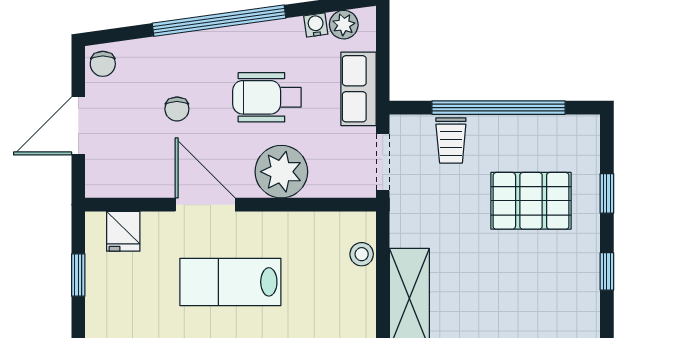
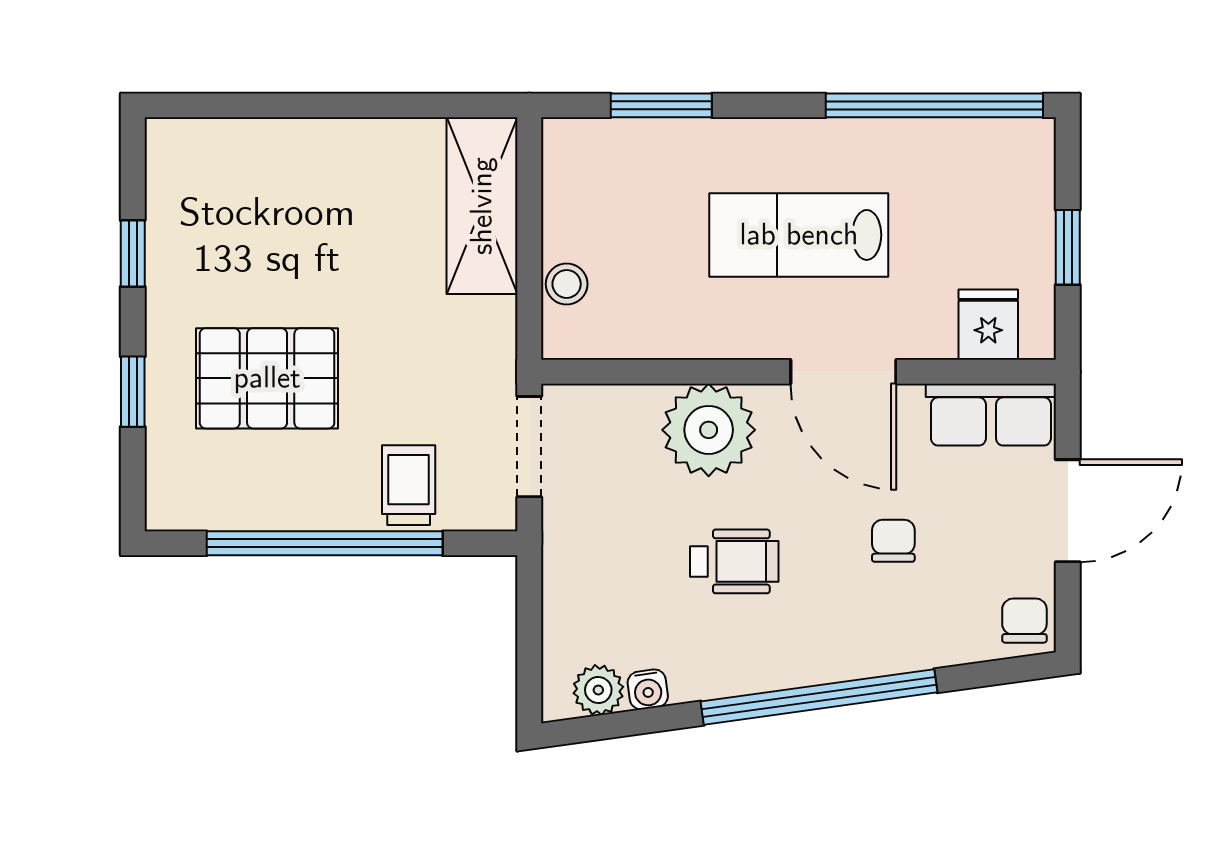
row of seats: (358, 89) -> (991, 415), moved, turned 90
wheelchair: (267, 97) -> (734, 561), width x0.73, depth x0.73
lab bench: (230, 282) -> (799, 235), turned 180

